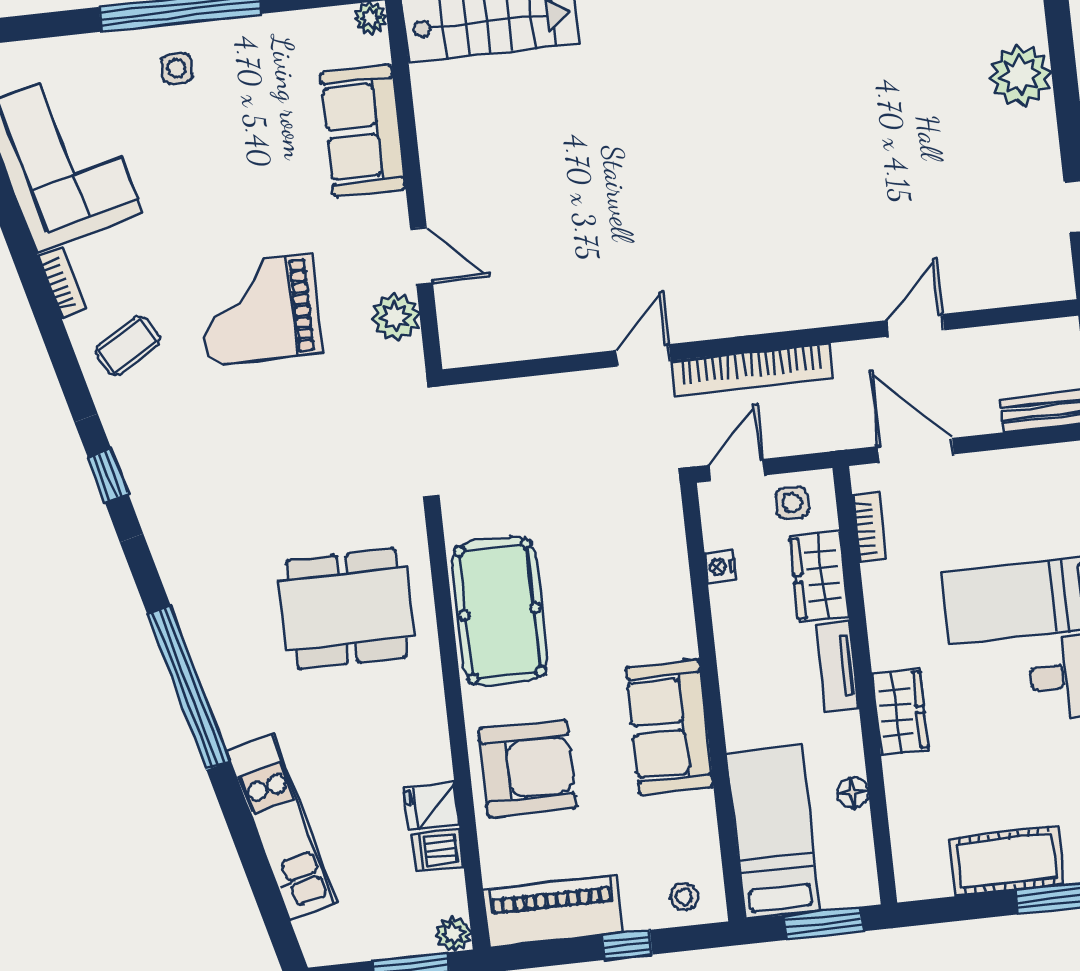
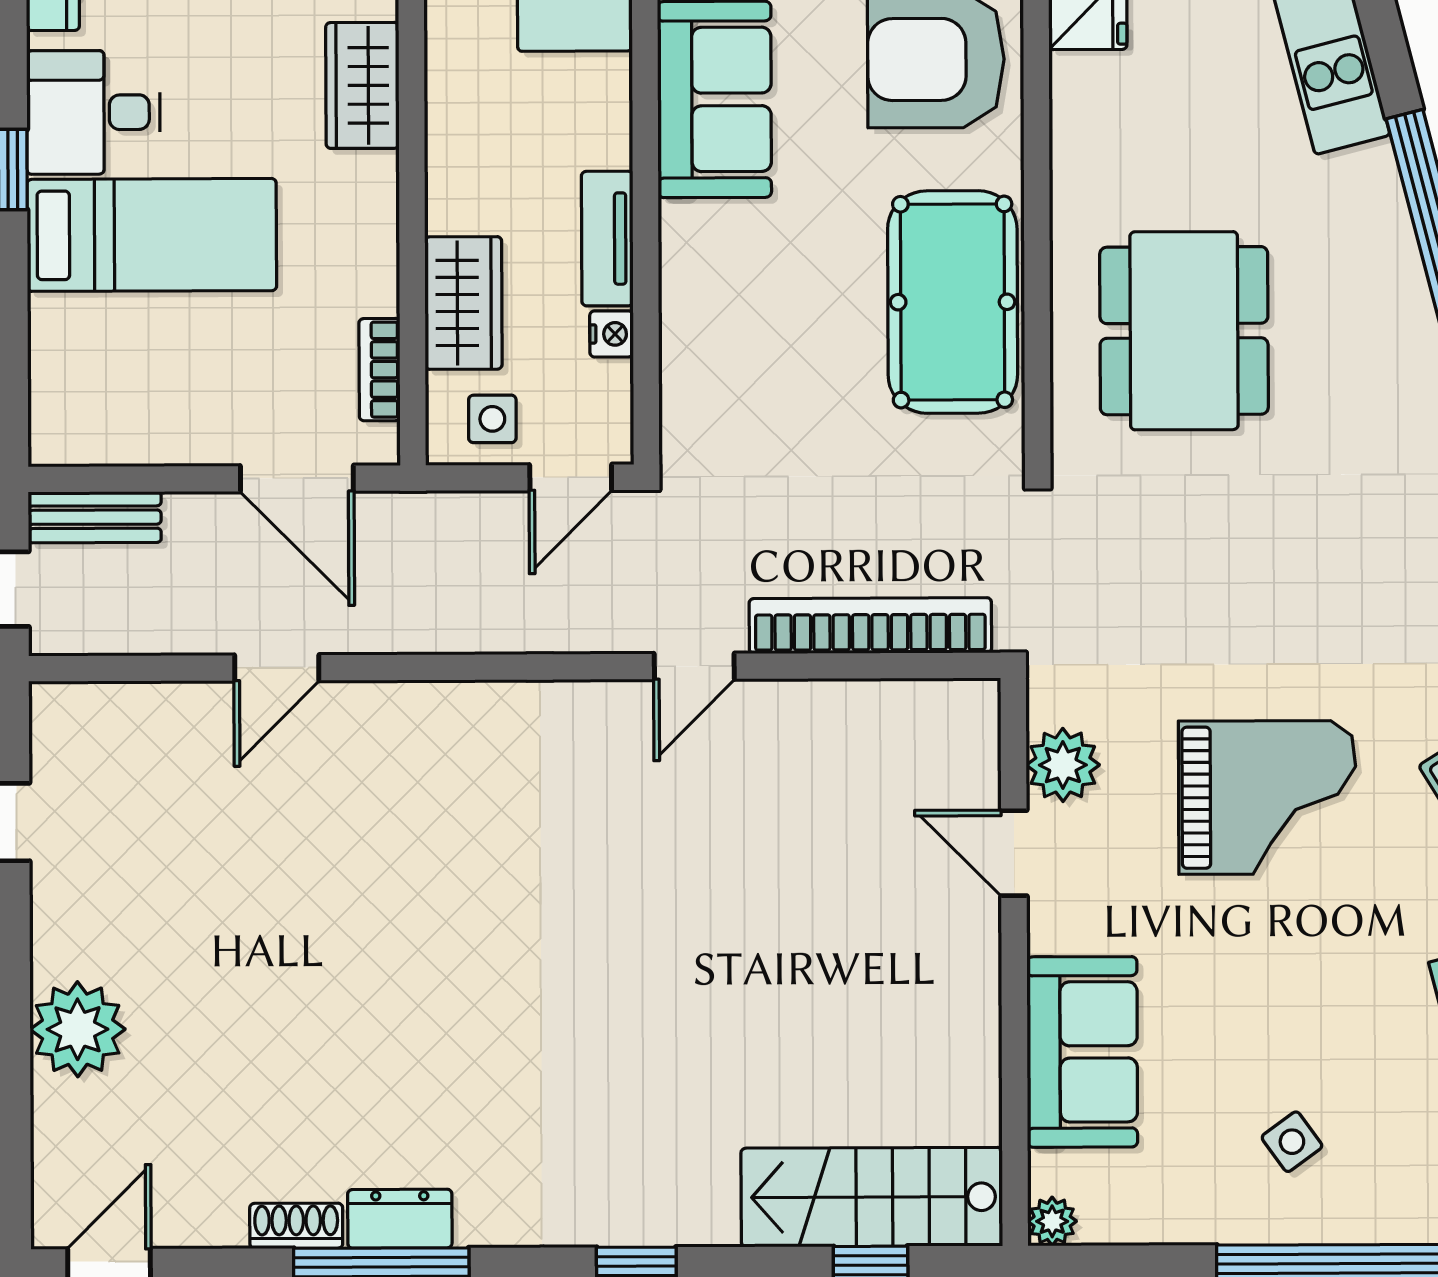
side table: (177, 68) -> (1292, 1142), moved, turned -36
bookcase: (752, 370) -> (870, 626), moved
dining table: (347, 609) -> (1184, 331), turned 90
tv unit: (837, 666) -> (607, 239), moved, turned 180

